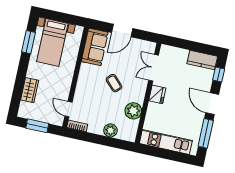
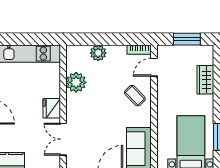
double door: (154, 68) -> (63, 139), swing flipped
coffee table: (114, 83) -> (135, 96), moved
door: (68, 109) -> (154, 67), swing flipped

